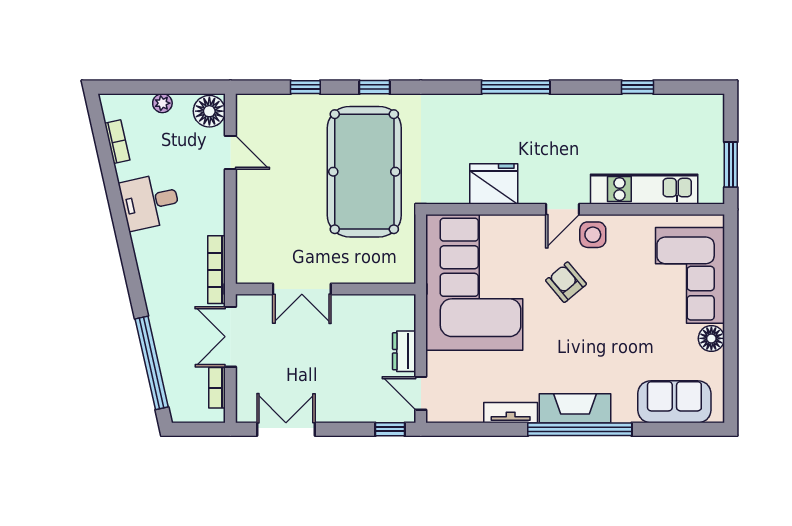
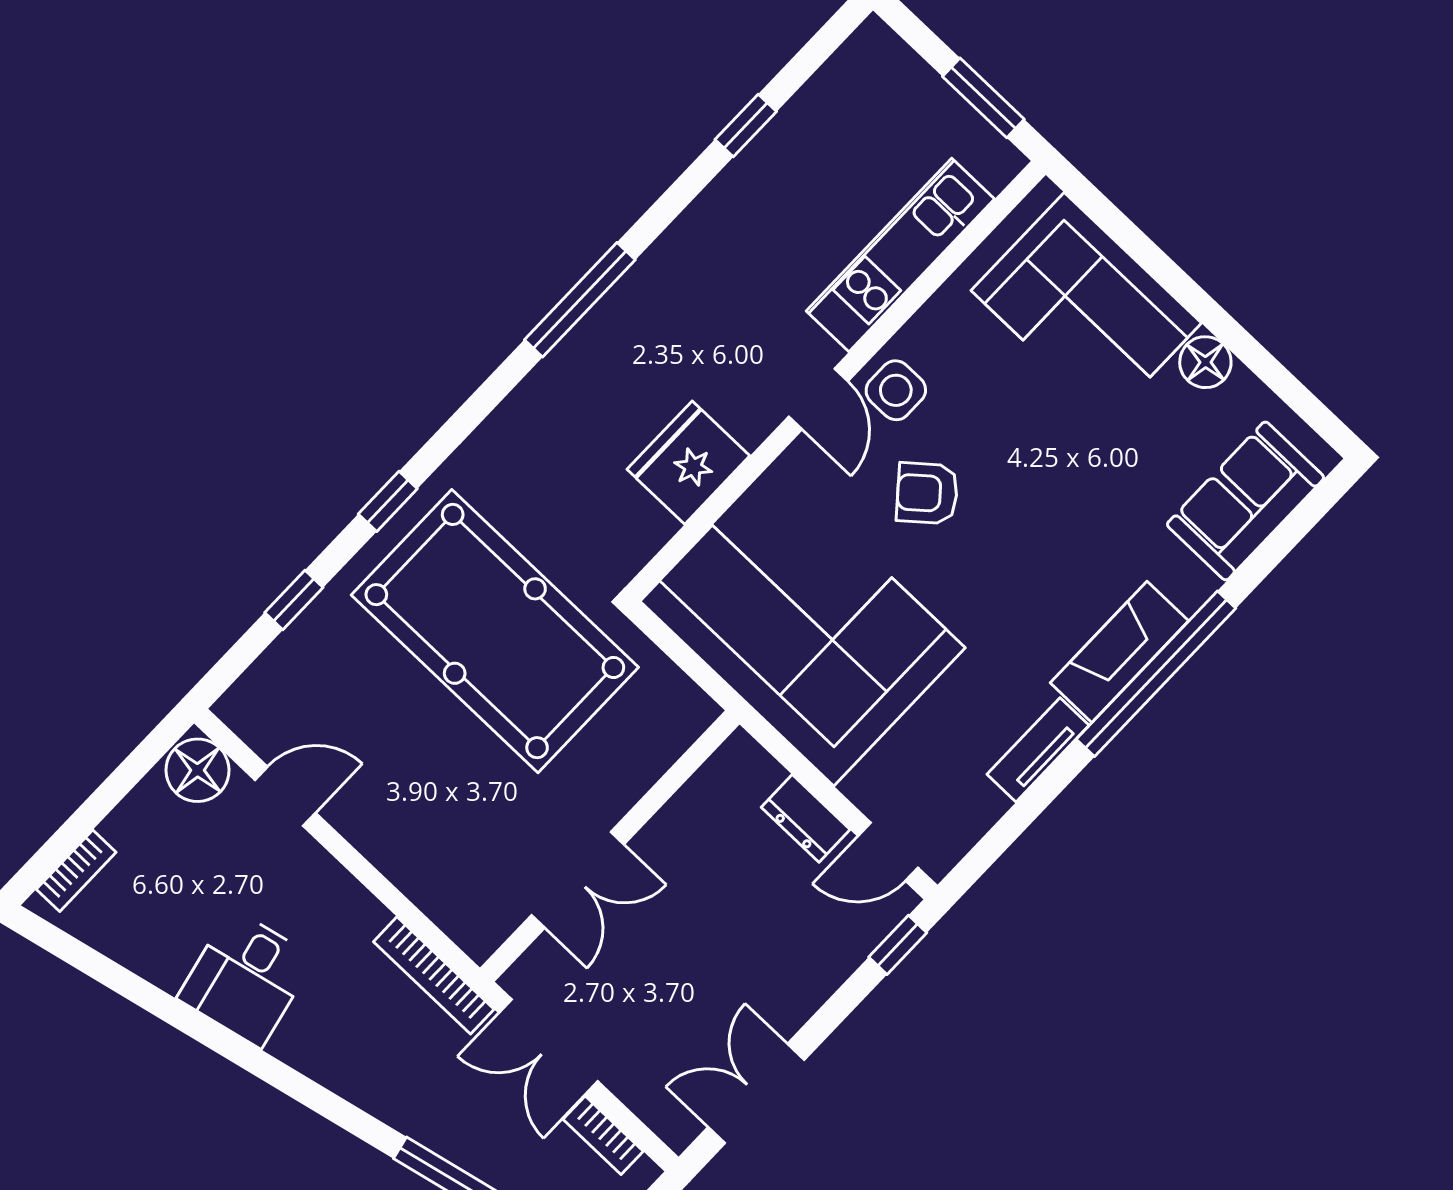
plant: (162, 103) -> (122, 826), removed
bookcase: (117, 142) -> (76, 871), moved, turned 103

